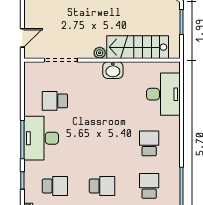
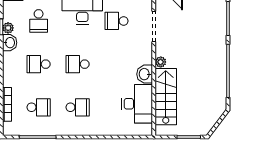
desk: (163, 94) -> (137, 104), moved, turned -90
school desk: (55, 101) -> (116, 21), turned -90
school desk: (102, 143) -> (78, 64), added
school desk: (102, 186) -> (39, 64), turned 90

